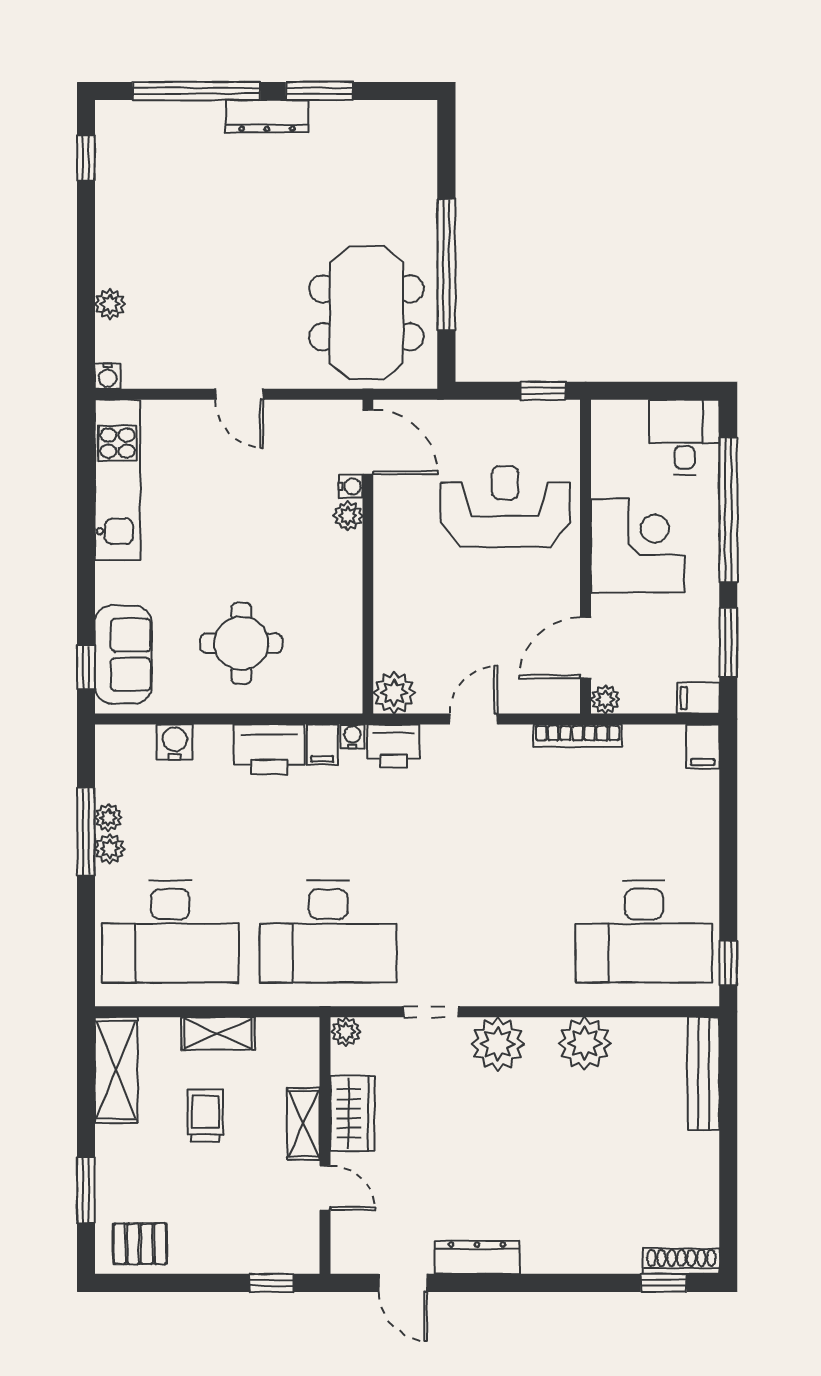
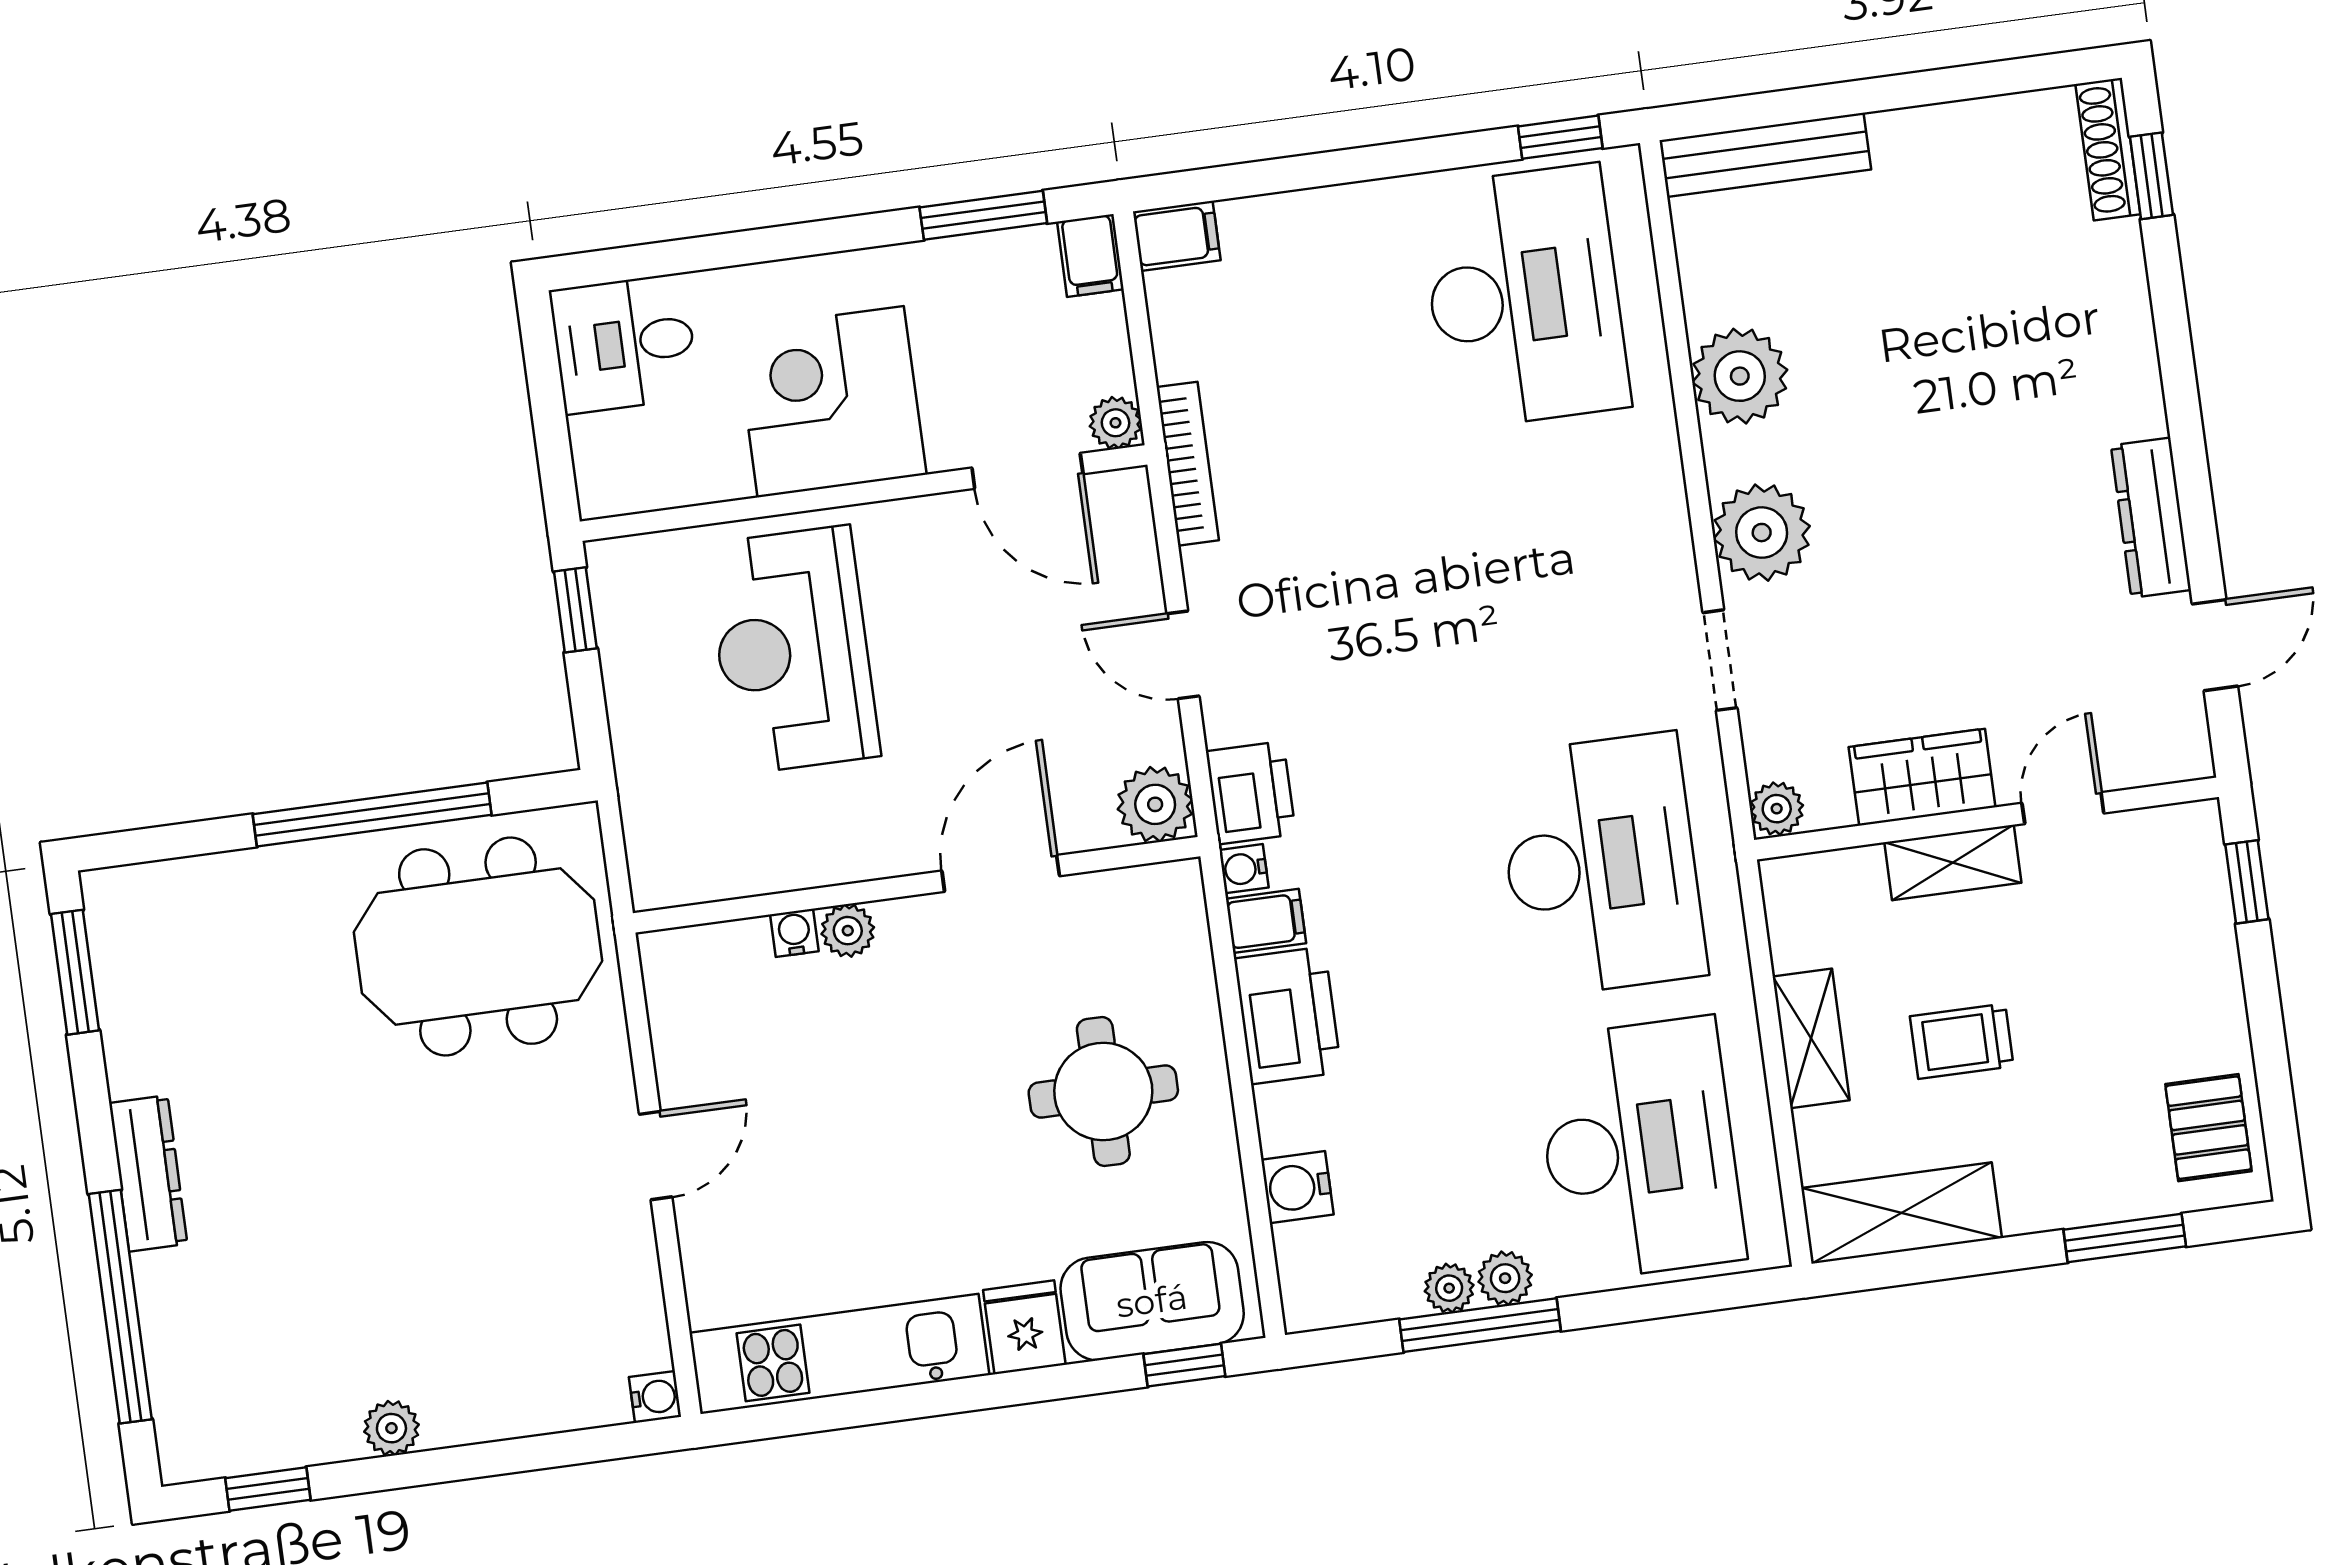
window: (319, 91) -> (75, 972), moved
plant: (110, 304) -> (391, 1428), moved
door: (368, 442) -> (1001, 873), moved
window: (728, 510) -> (745, 247), removed
fridge: (118, 583) -> (1024, 1327), added

